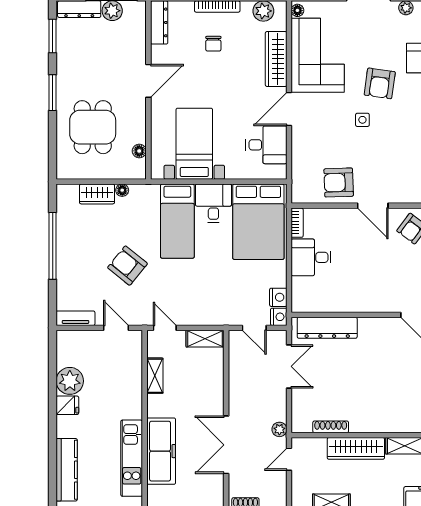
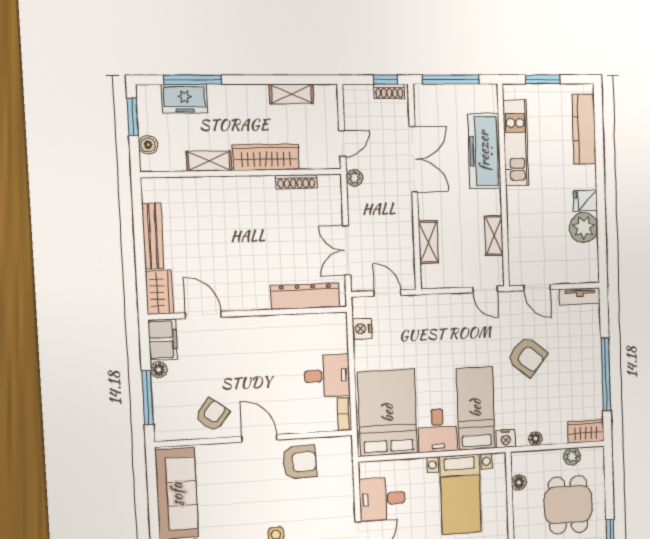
plant: (88, 172) -> (572, 456), added
wardrobe: (97, 194) -> (586, 431), moved
nightstand: (279, 317) -> (506, 439), moved, turned -90
shelving: (205, 339) -> (428, 242), moved, turned 90

